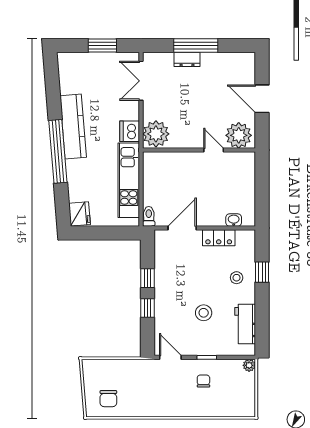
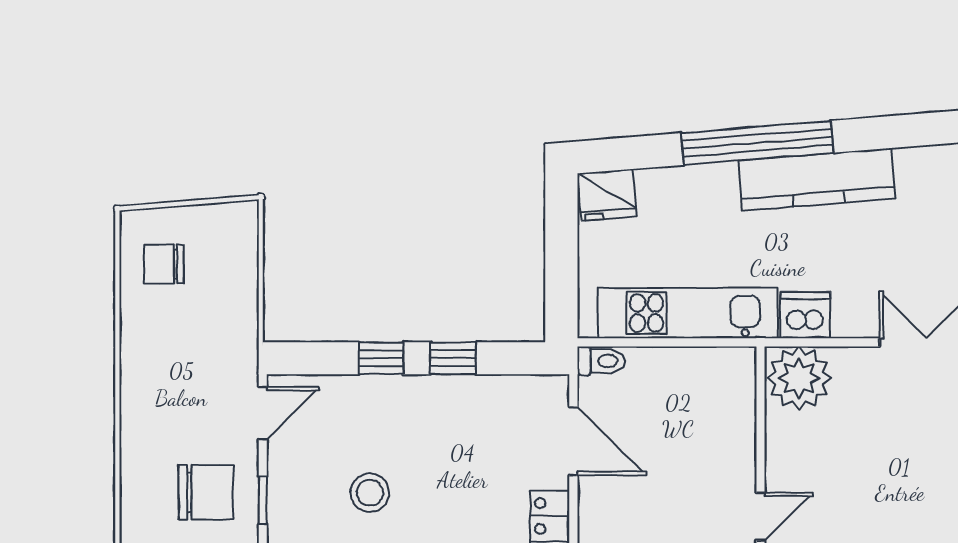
chair: (203, 381) -> (206, 492), width x1.87, depth x1.87

